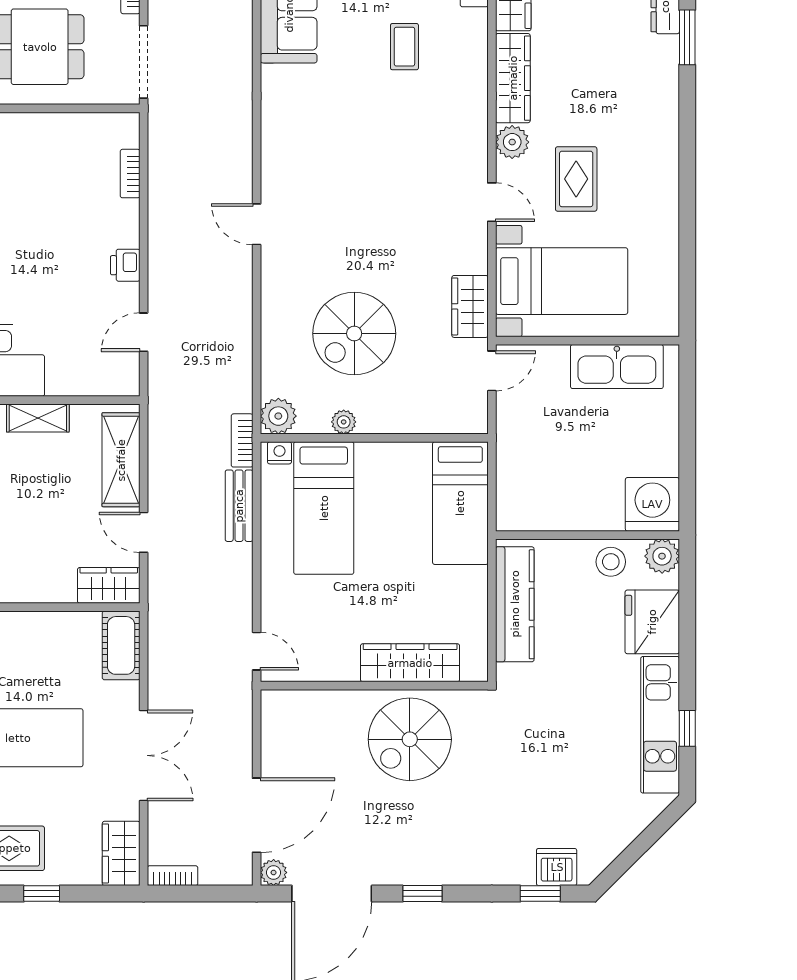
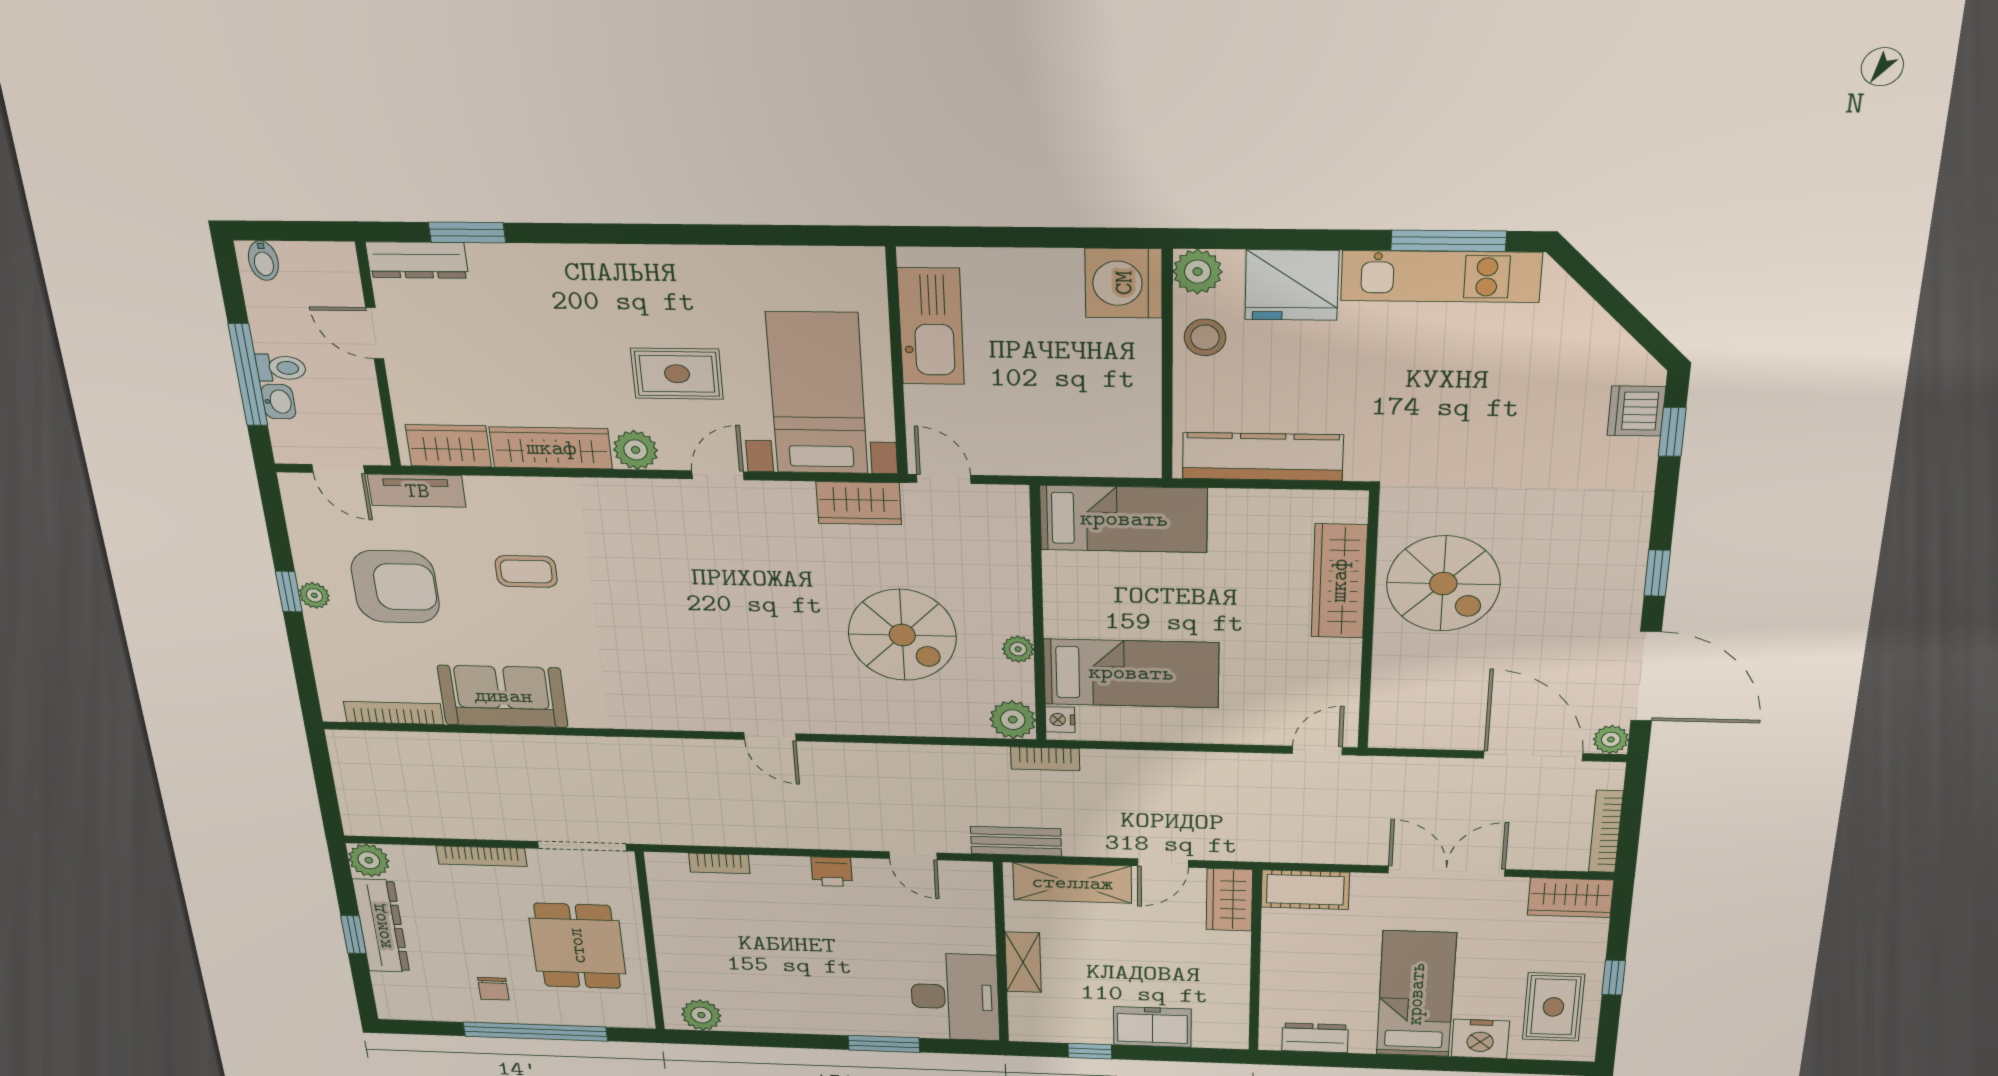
door: (257, 224) -> (770, 737), hinge flipped
bench: (239, 506) -> (1016, 841), moved
window: (687, 728) -> (1448, 241), width x2.17
bookcase: (173, 876) -> (1606, 832), width x1.56

